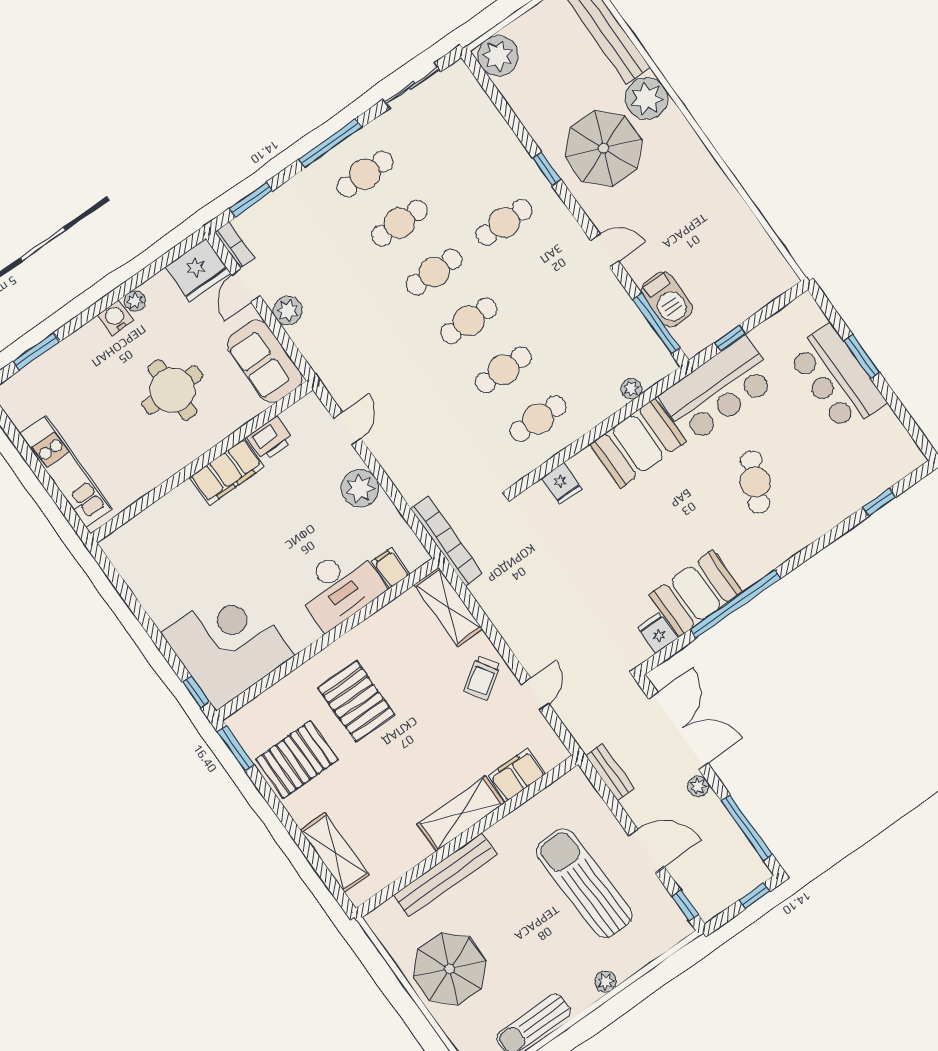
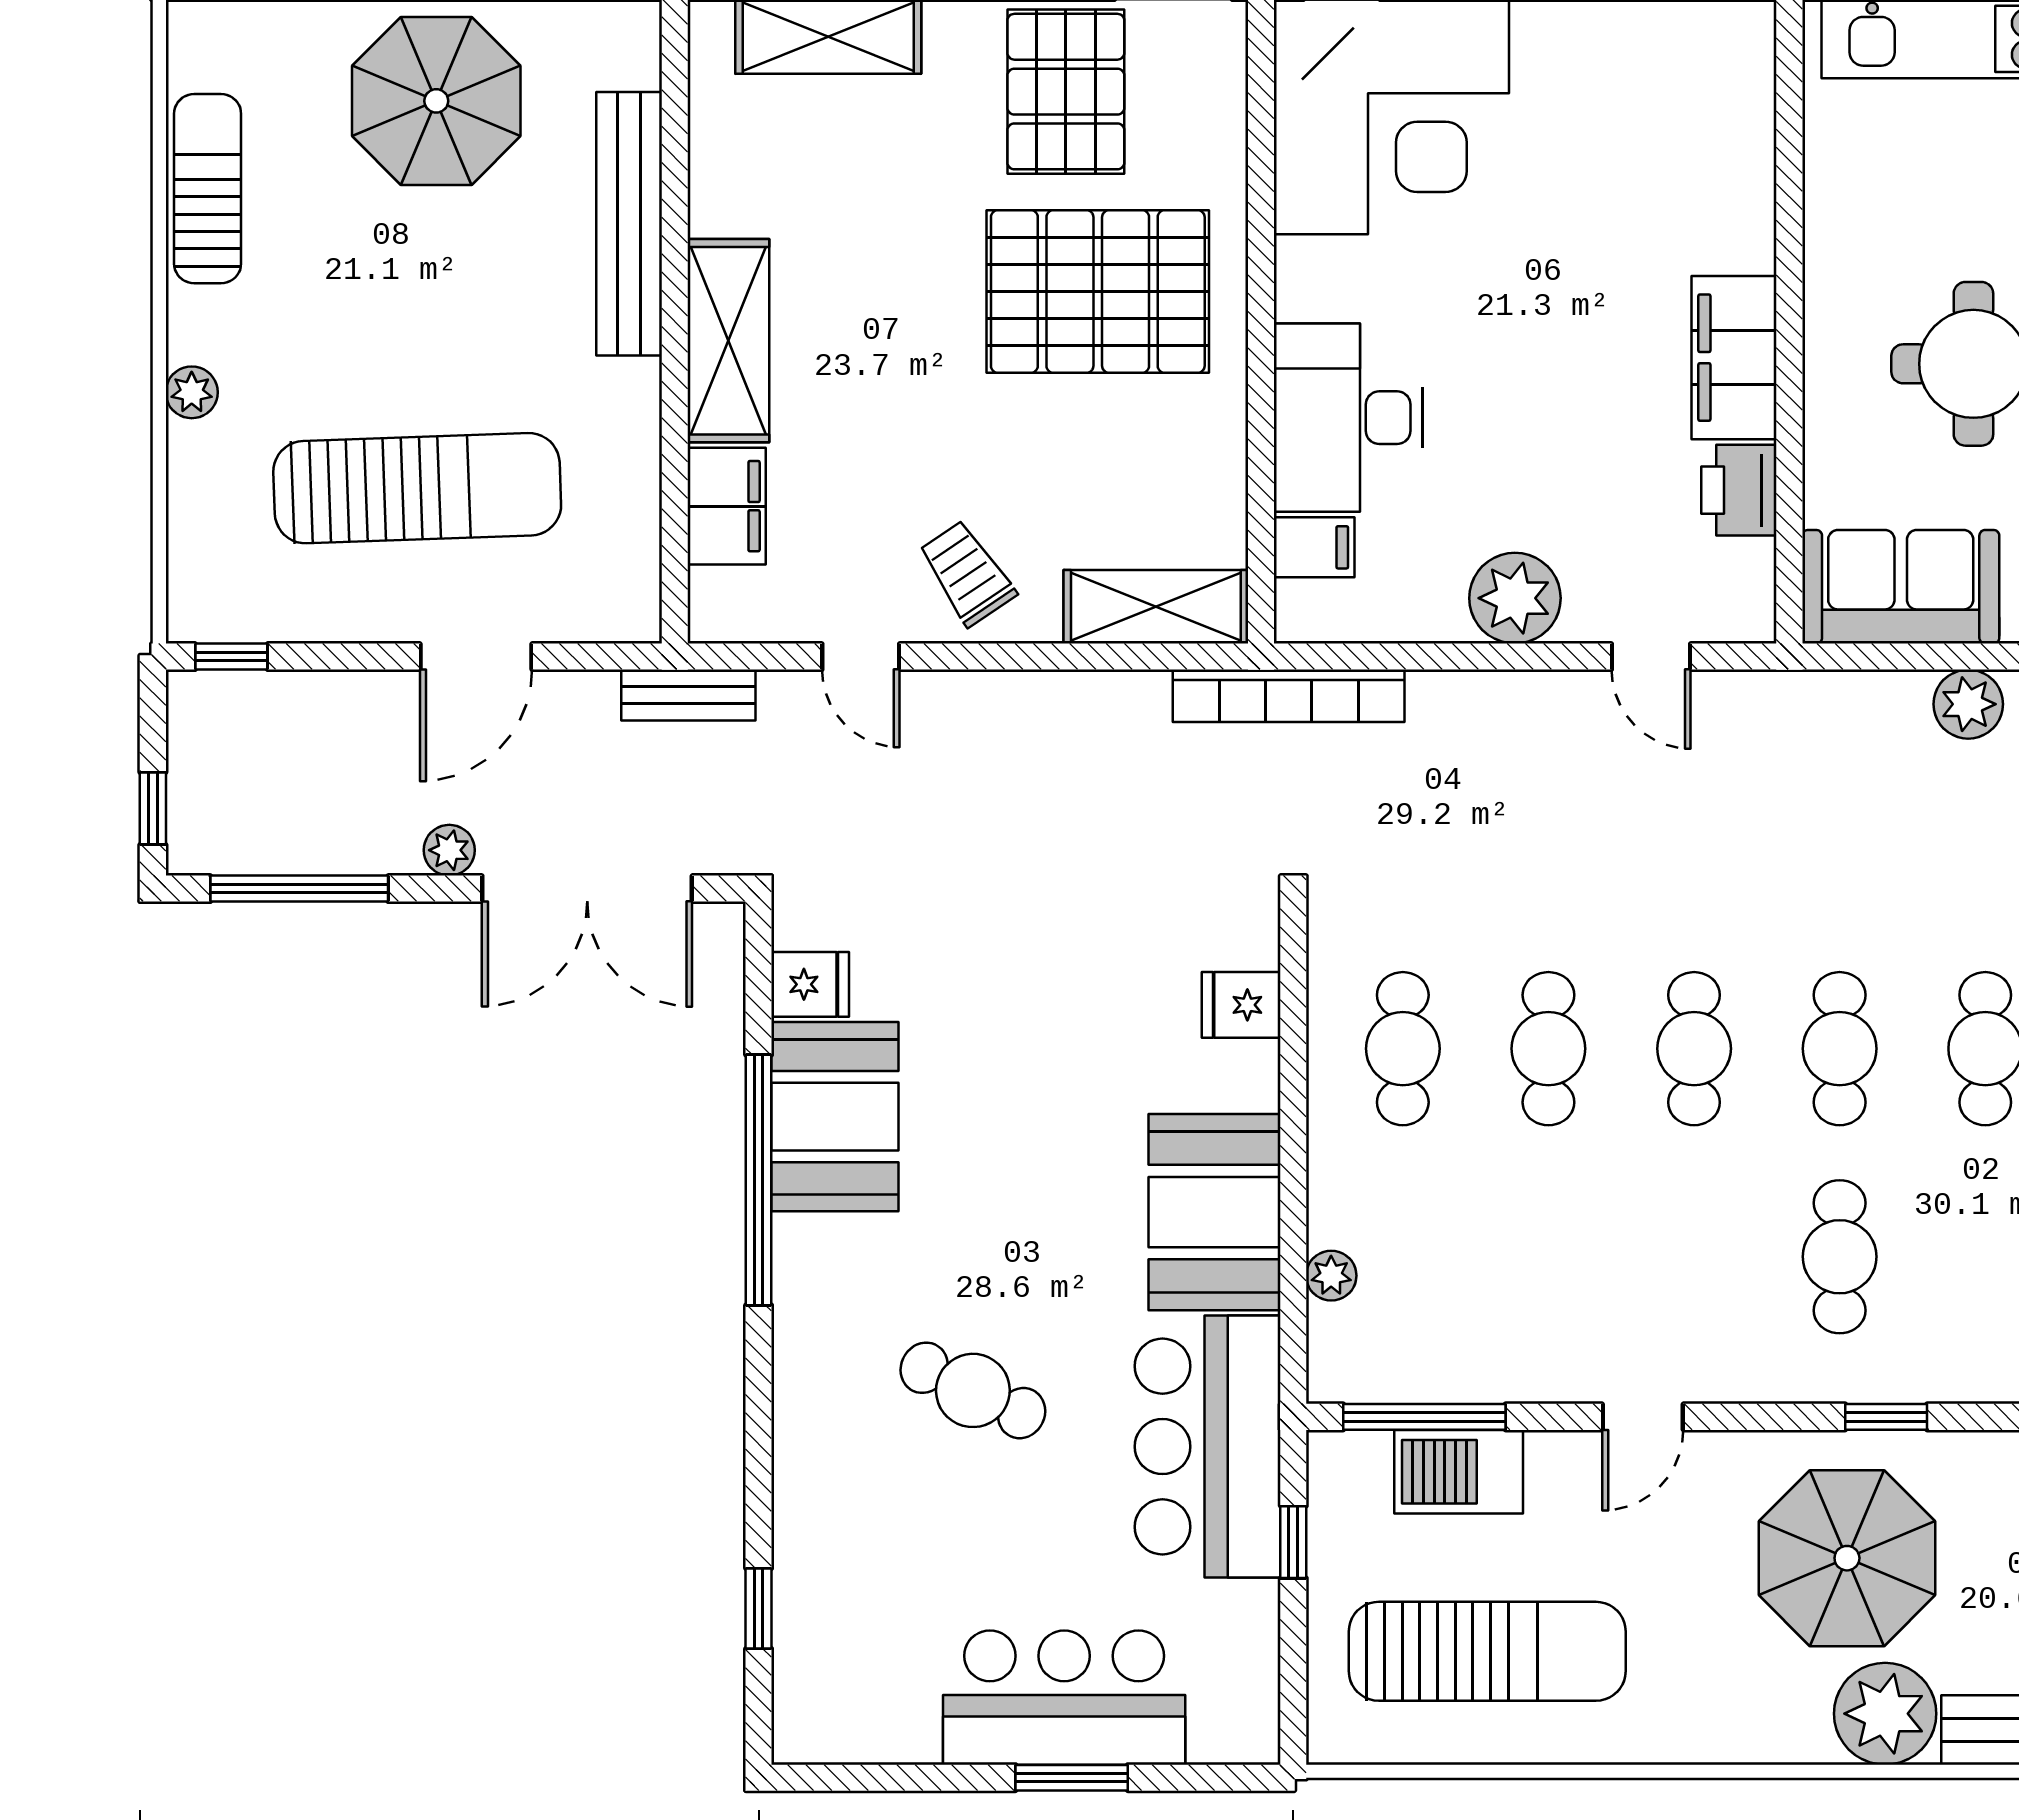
sun lounger: (720, 247) -> (1487, 1651), added
pallet: (356, 701) -> (1098, 291), width x1.37, depth x1.41
bench: (610, 772) -> (688, 695), moved
door: (646, 851) -> (476, 657), moved

